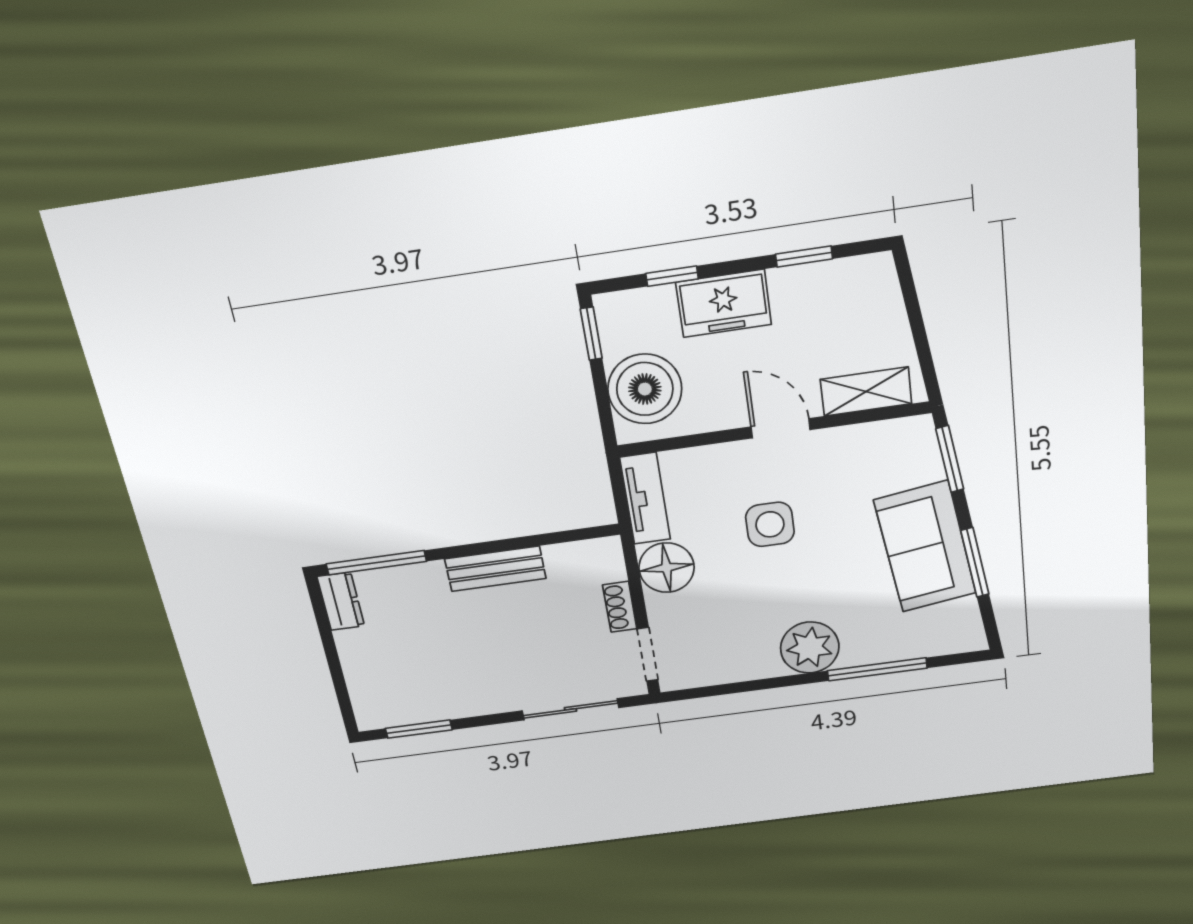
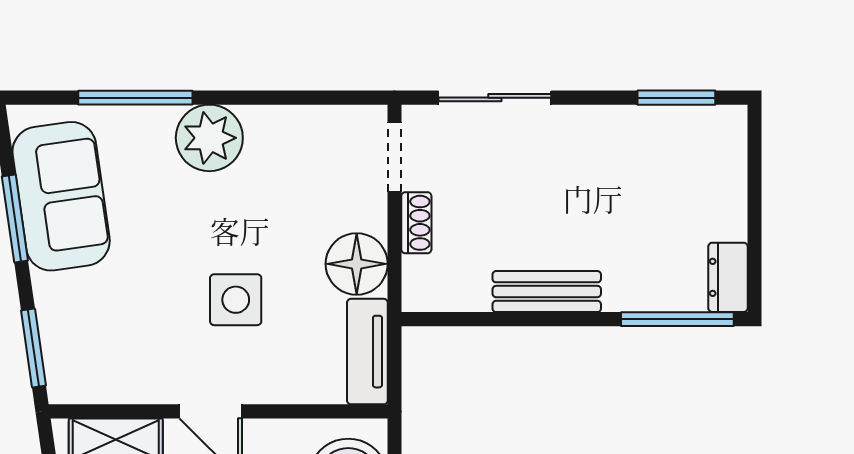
sofa: (925, 547) -> (61, 196), moved

